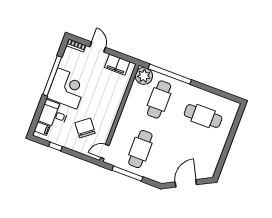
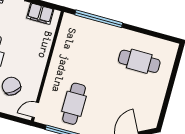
plant: (144, 76) -> (70, 23), removed
cafe table: (159, 99) -> (89, 48), removed

